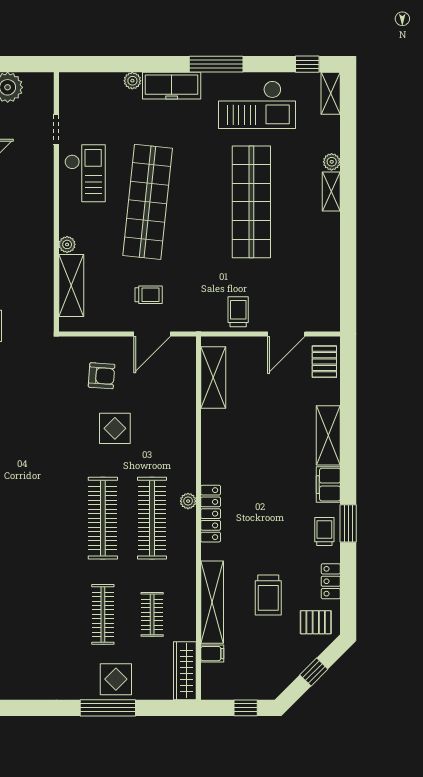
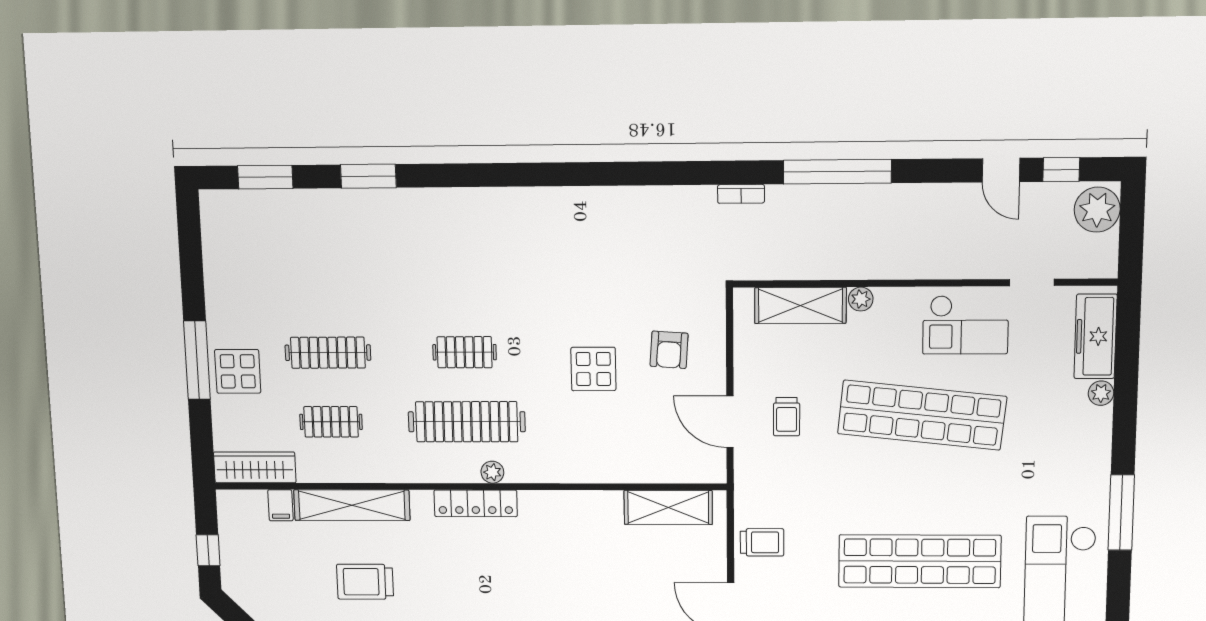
freezer: (172, 86) -> (1096, 336), moved
clothes rail: (103, 518) -> (465, 352), width x0.54, depth x0.76

